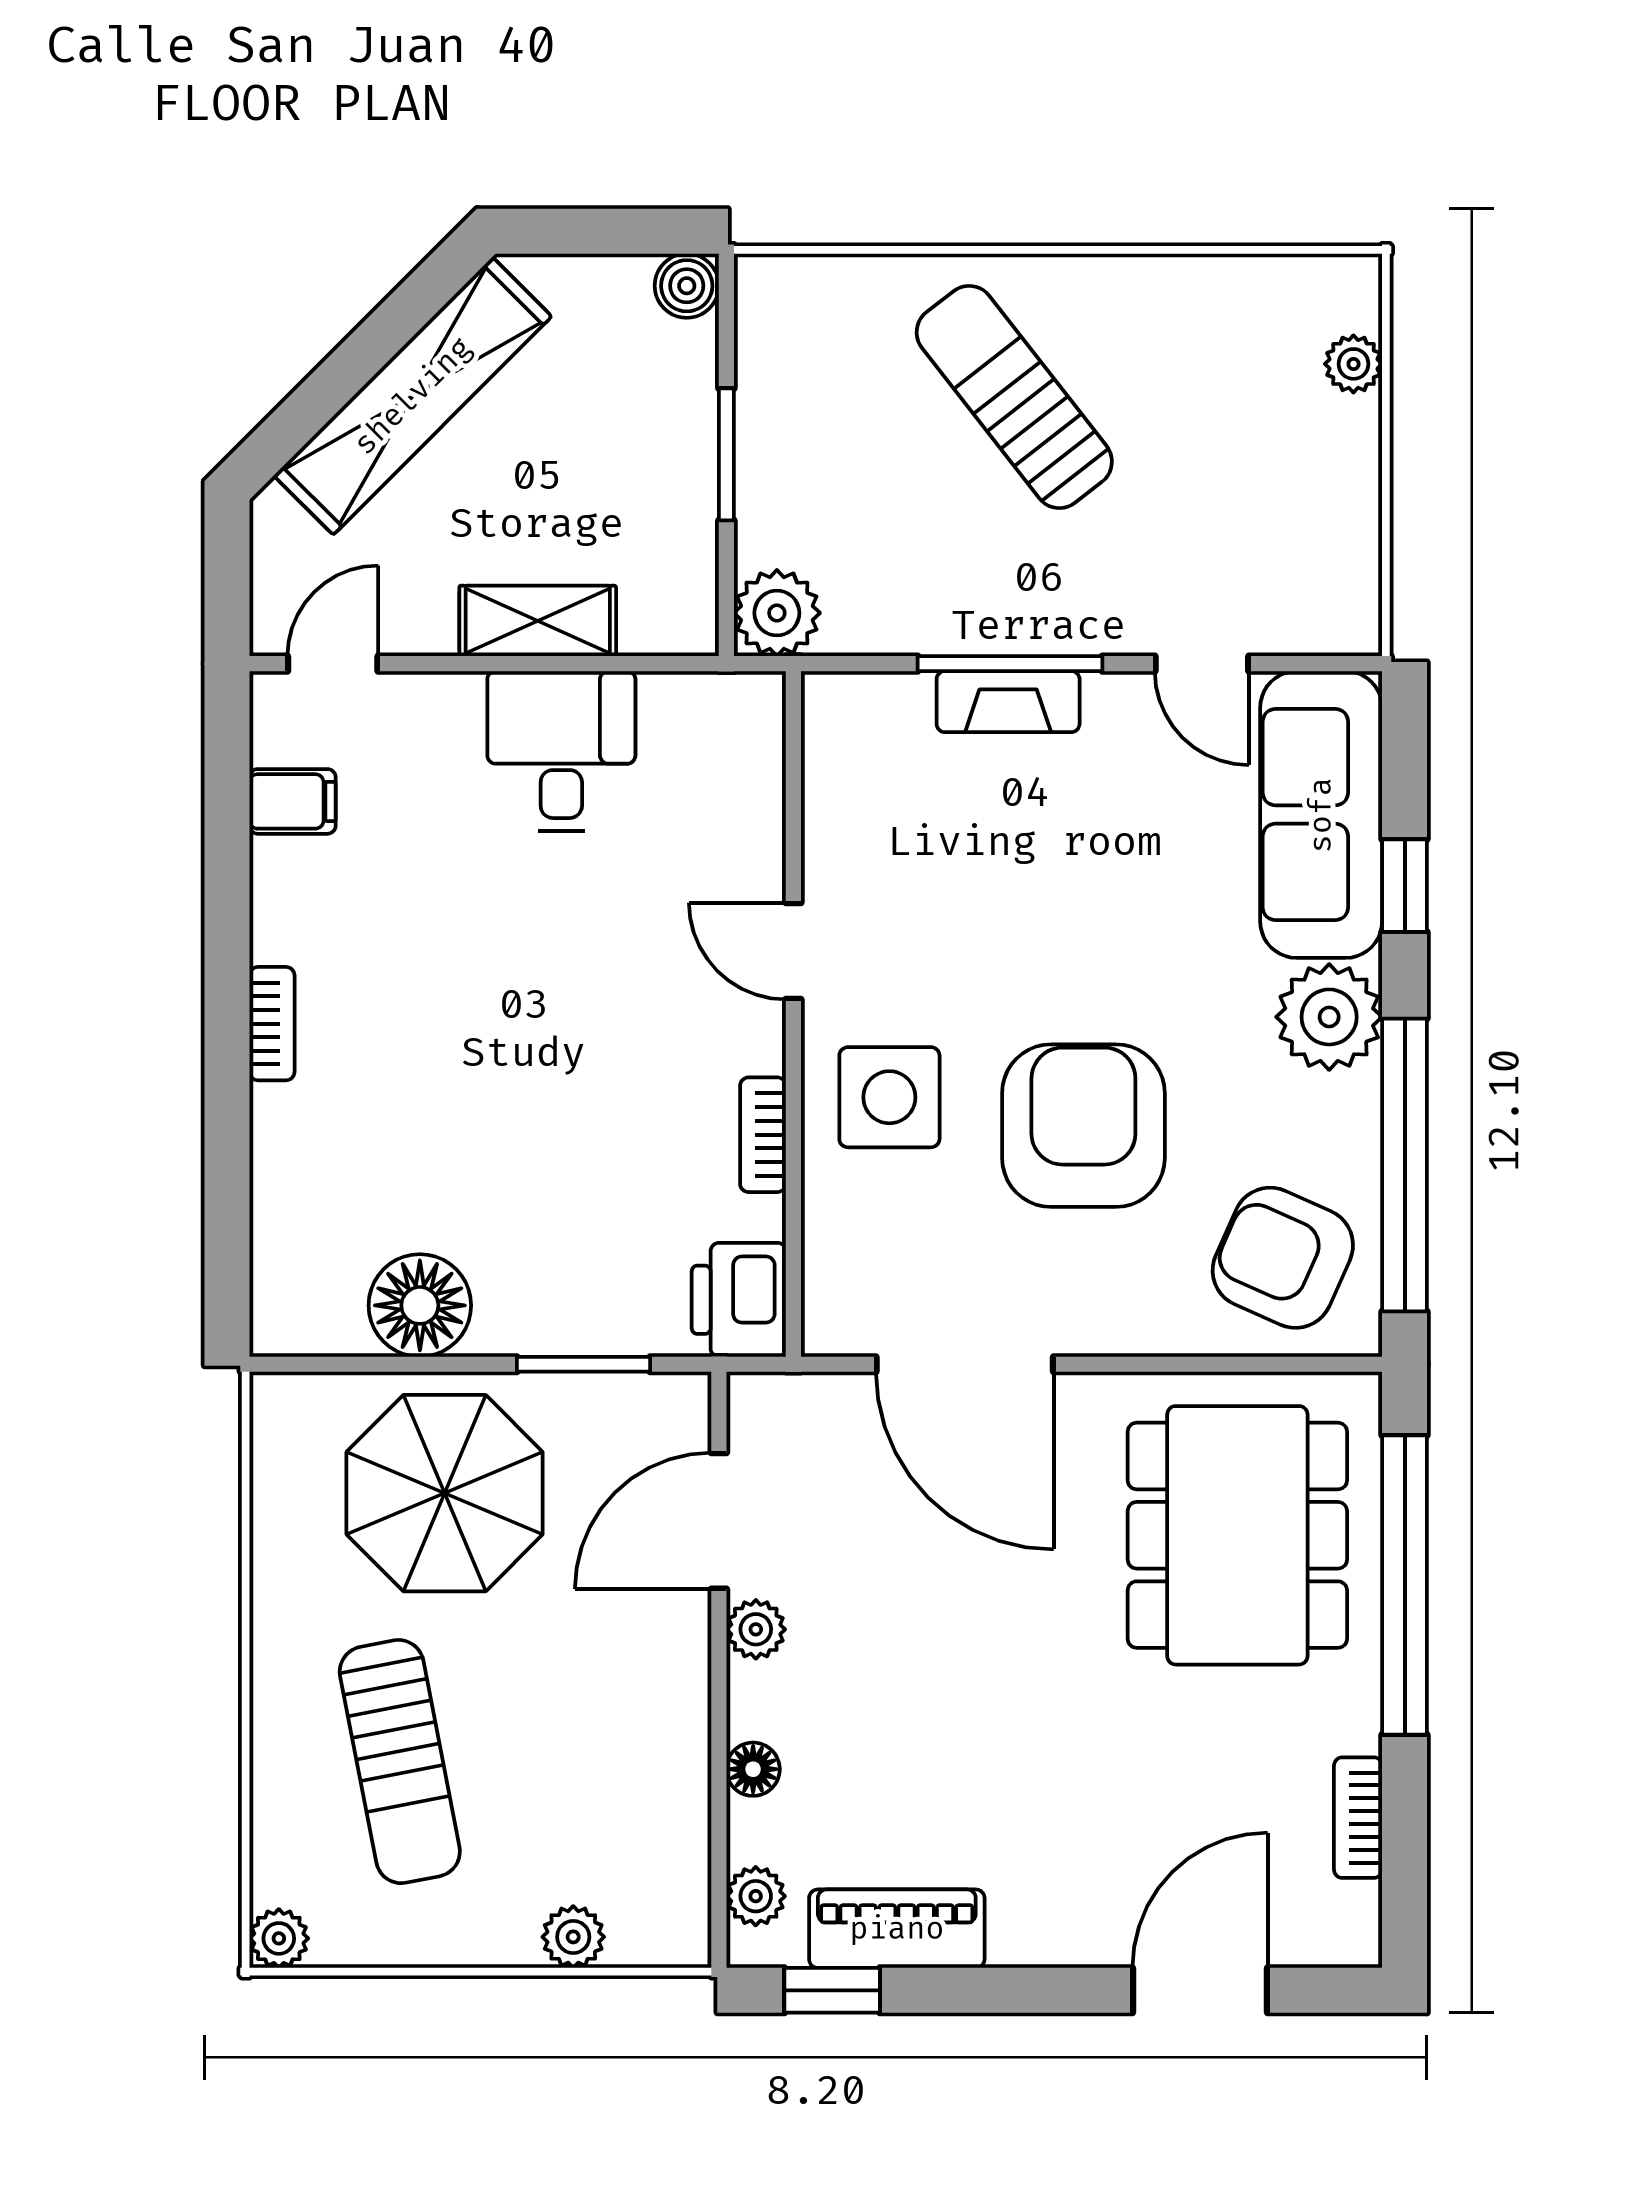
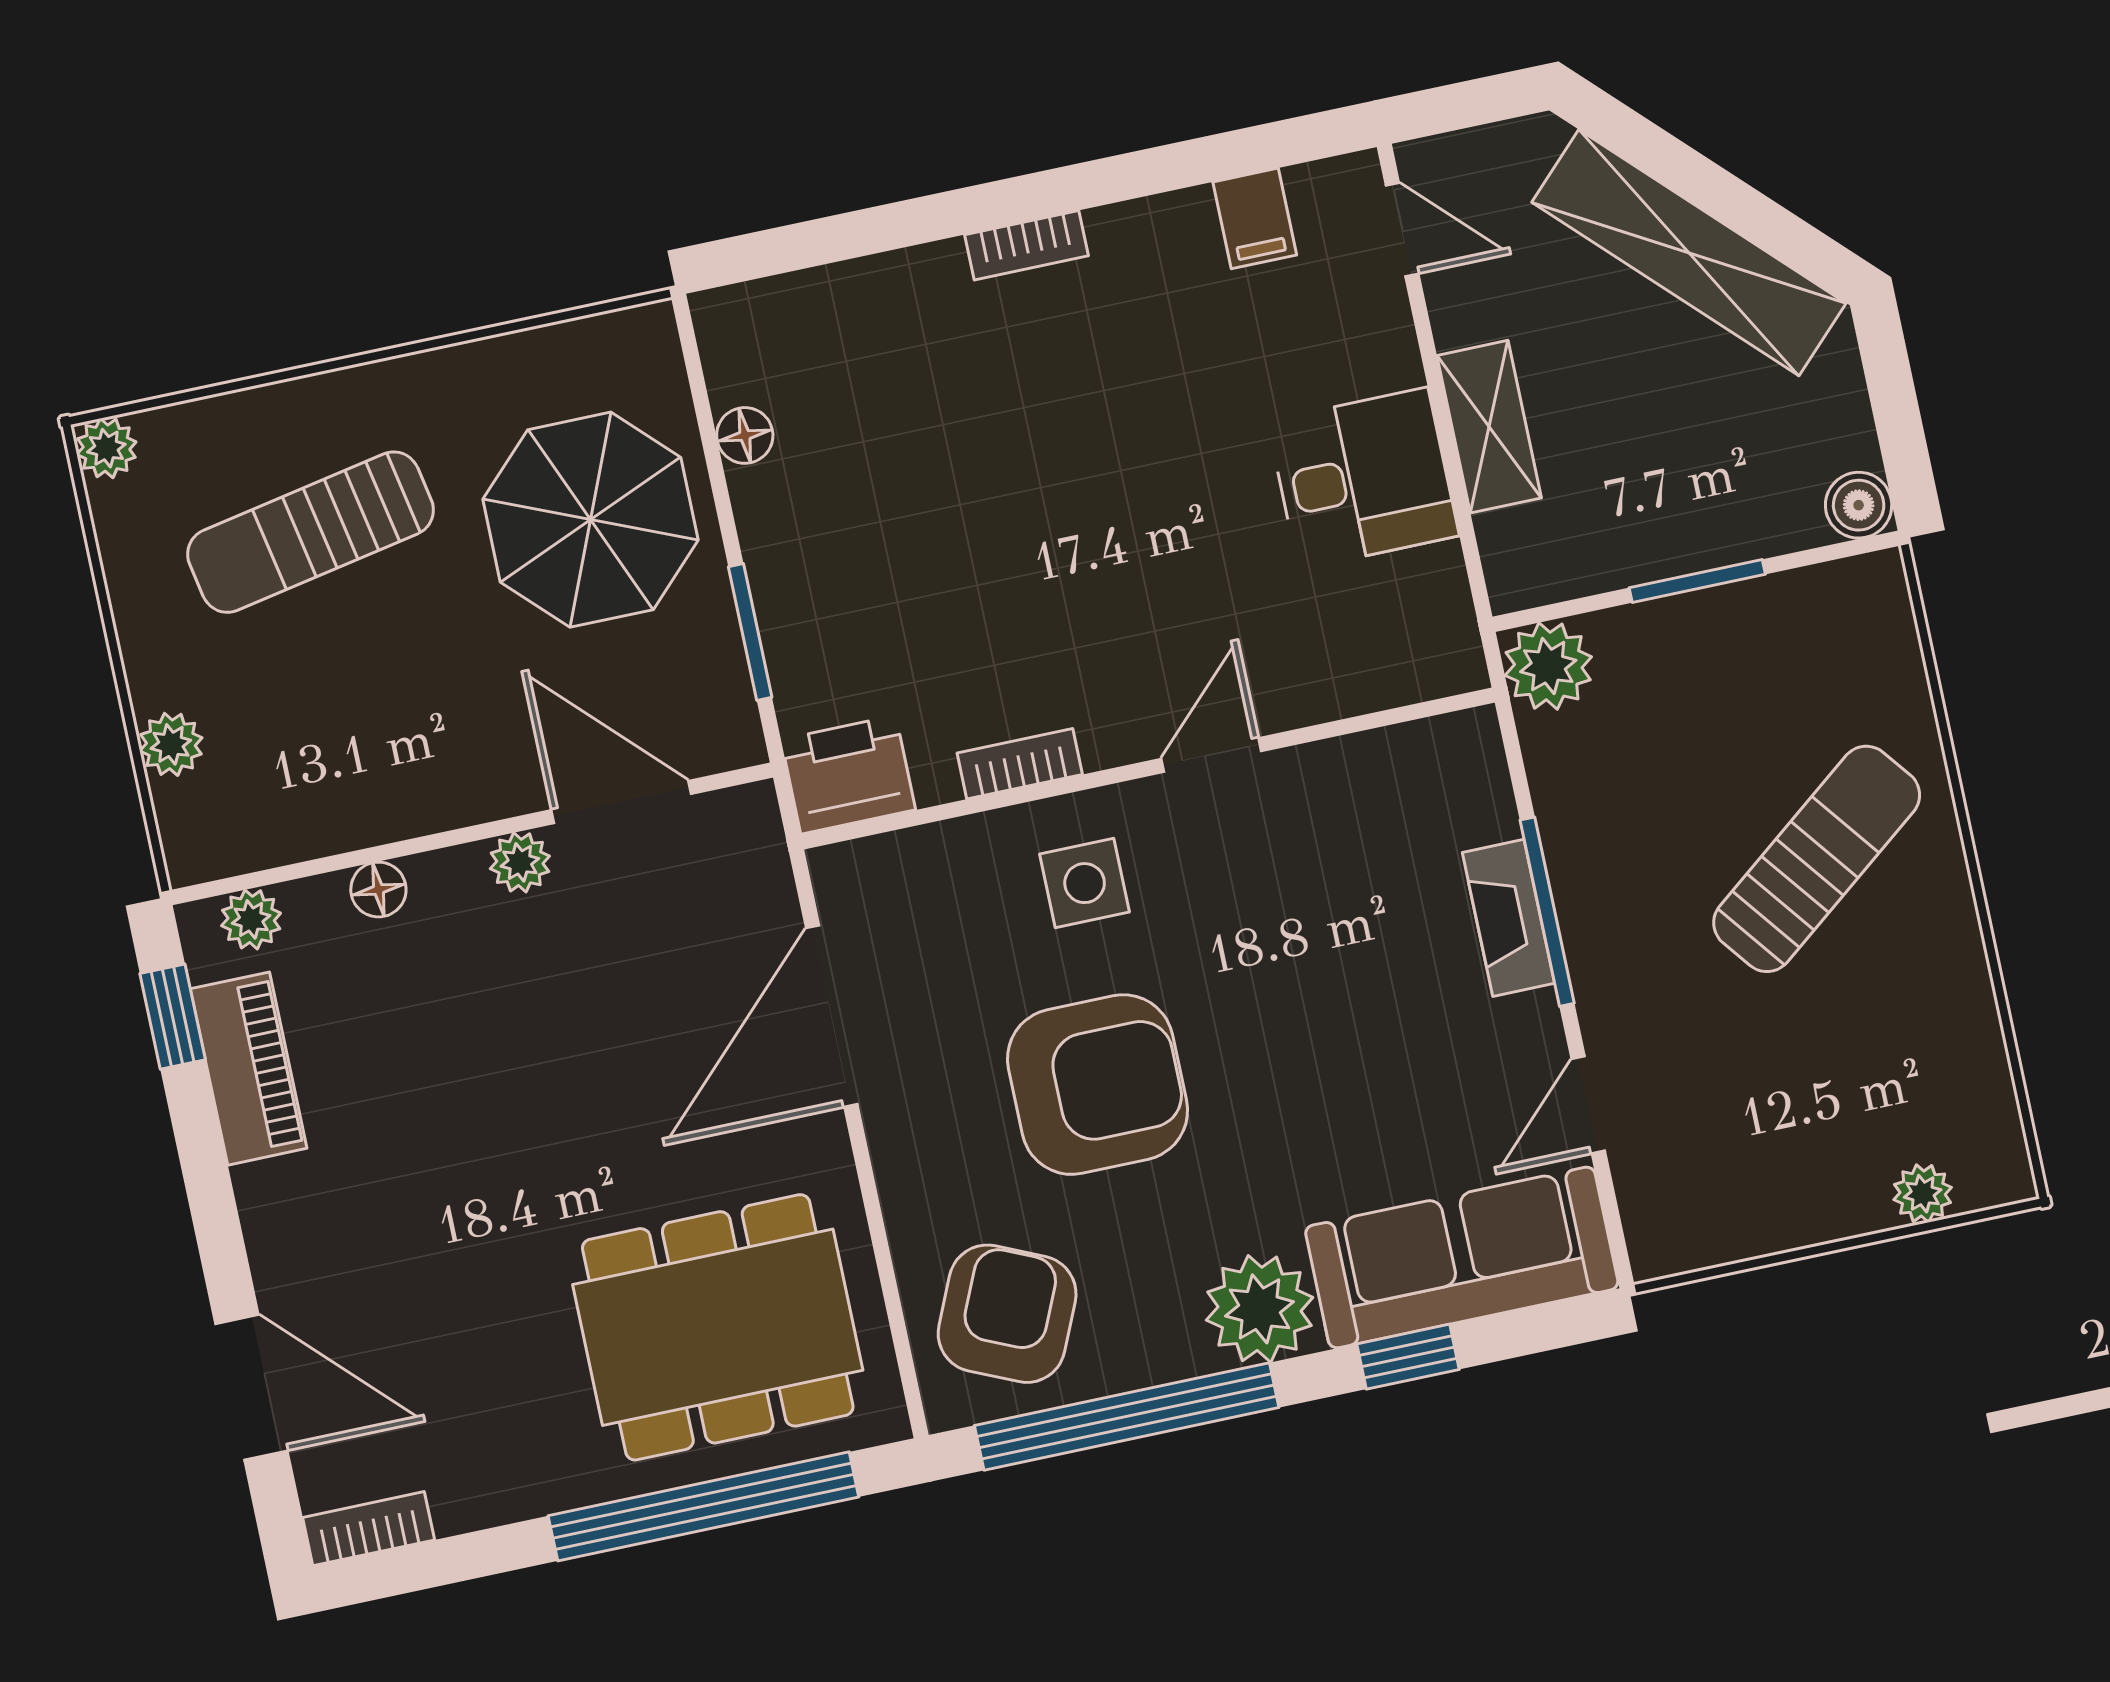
side table: (889, 1097) -> (1085, 883), width x0.73, depth x0.73
floor lamp: (420, 1305) -> (745, 435), width x0.53, depth x0.53
bookcase: (1358, 1818) -> (369, 1529), moved

